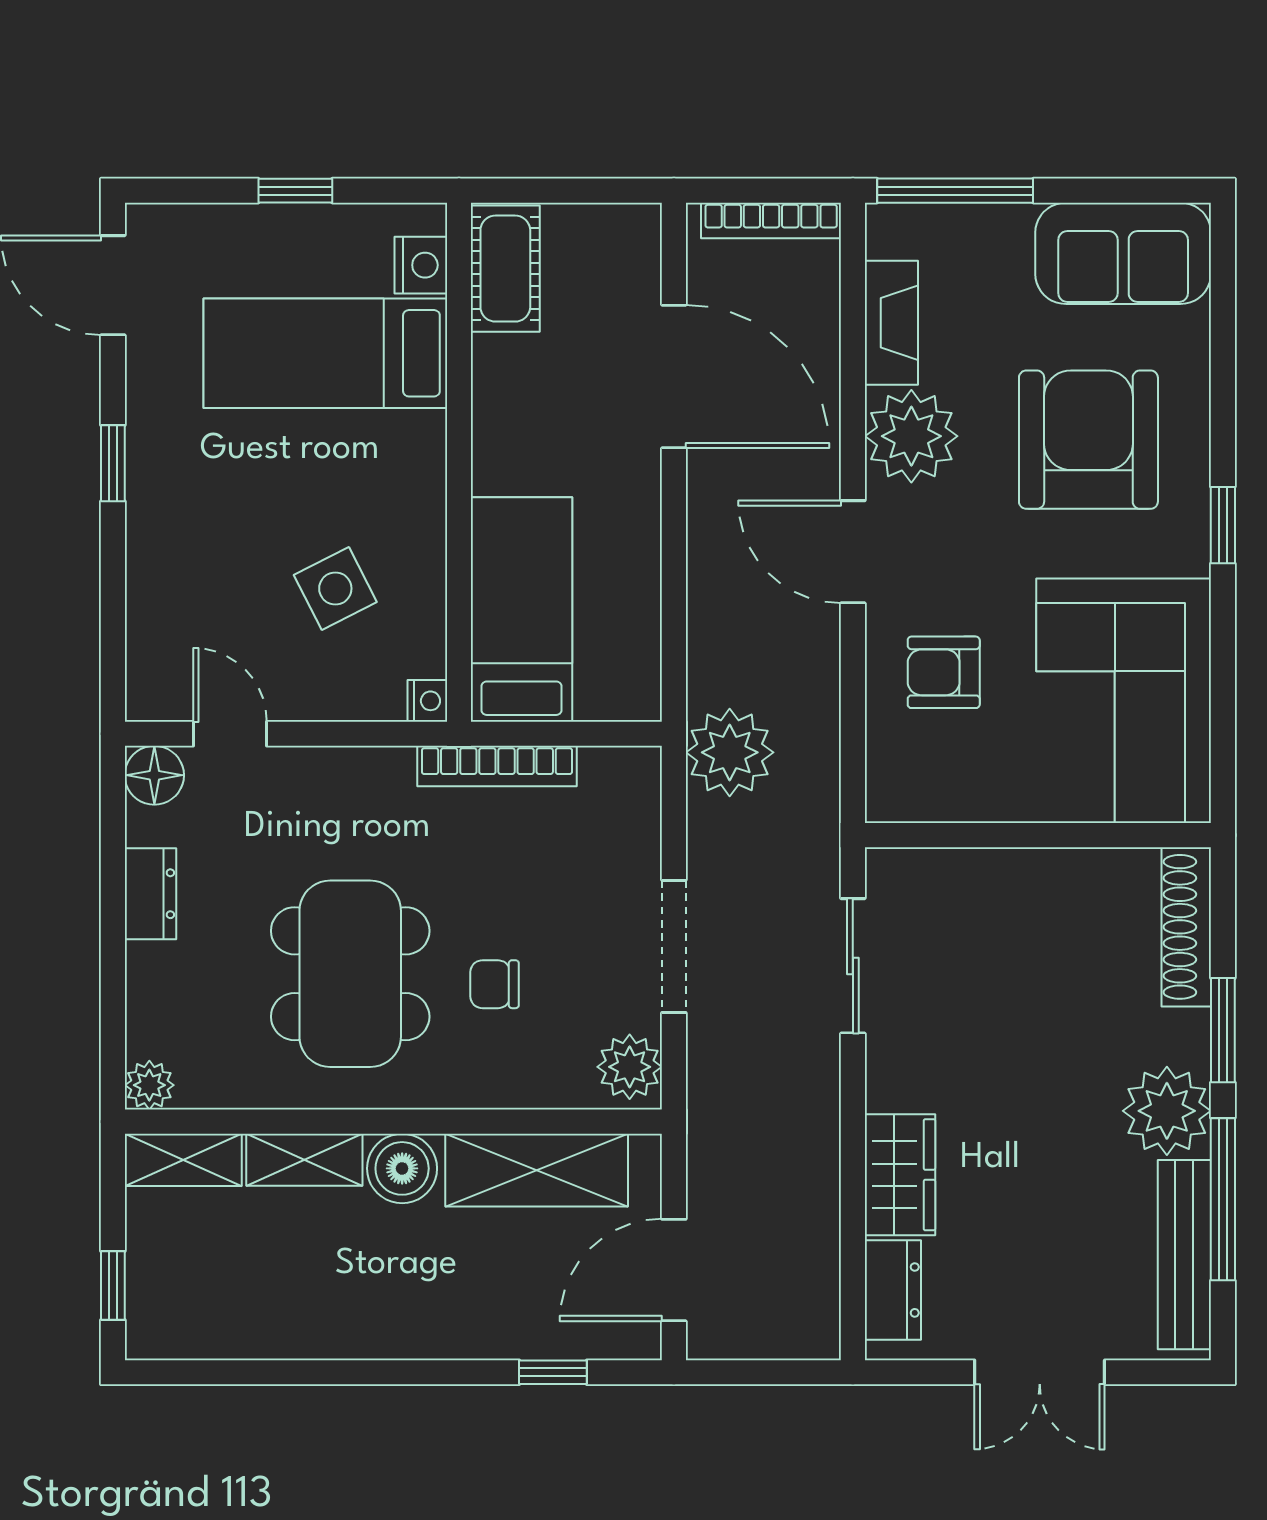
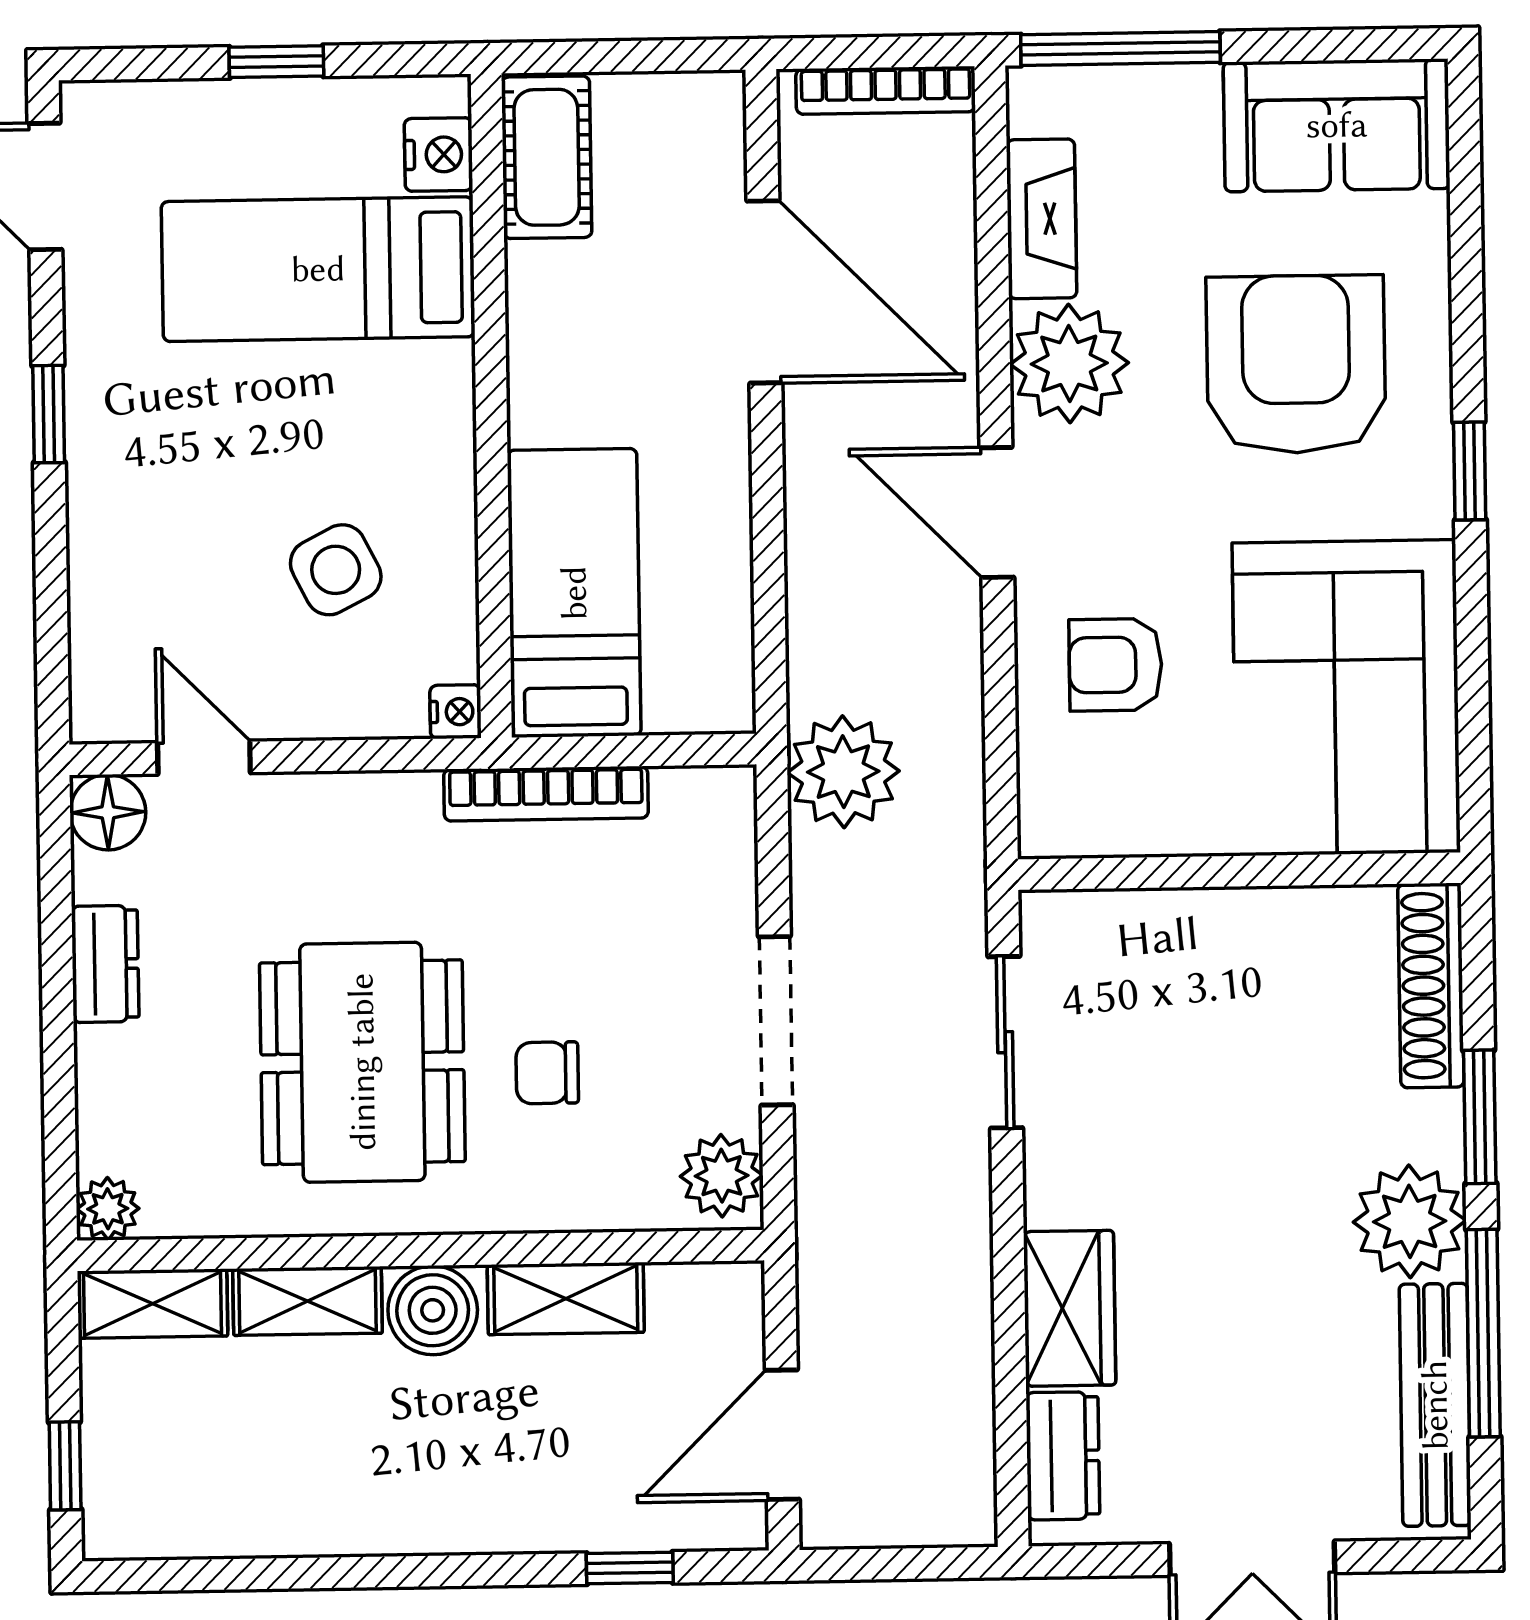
shelving: (537, 1170) -> (566, 1299), width x0.67, depth x0.75

